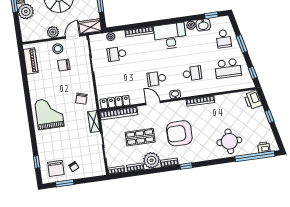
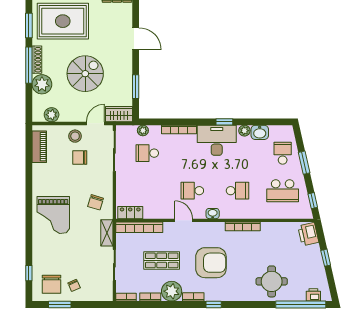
window: (211, 15) -> (224, 122), moved
plant: (53, 32) -> (52, 115), moved
school desk: (224, 39) -> (283, 153), turned 180
locker: (115, 102) -> (130, 213), width x0.66
grand piano: (49, 113) -> (53, 215), turned 180
armchair: (179, 133) -> (211, 263), turned 180

